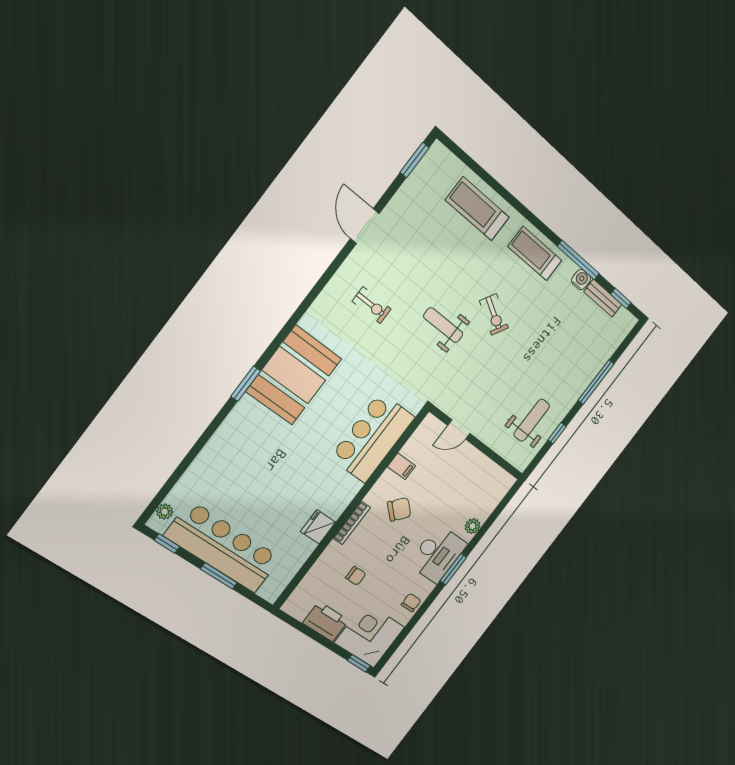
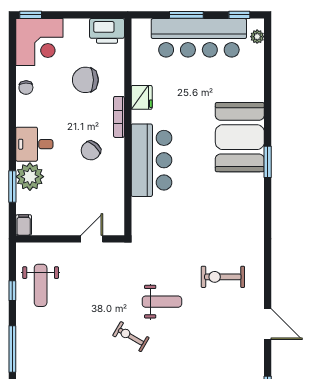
exercise bike: (372, 305) -> (223, 277), width x1.38, depth x1.39
booth: (294, 375) -> (240, 137), moved
bar counter: (372, 437) -> (151, 160), moved
filing cabinet: (401, 466) -> (24, 225), moved, turned 90
plant: (473, 526) -> (30, 177), width x1.88, depth x1.88
desk: (438, 554) -> (34, 144), width x0.73
window: (453, 569) -> (12, 186), moved
chair: (356, 576) -> (85, 80), width x1.87, depth x1.87
printer: (326, 622) -> (107, 31), moved

